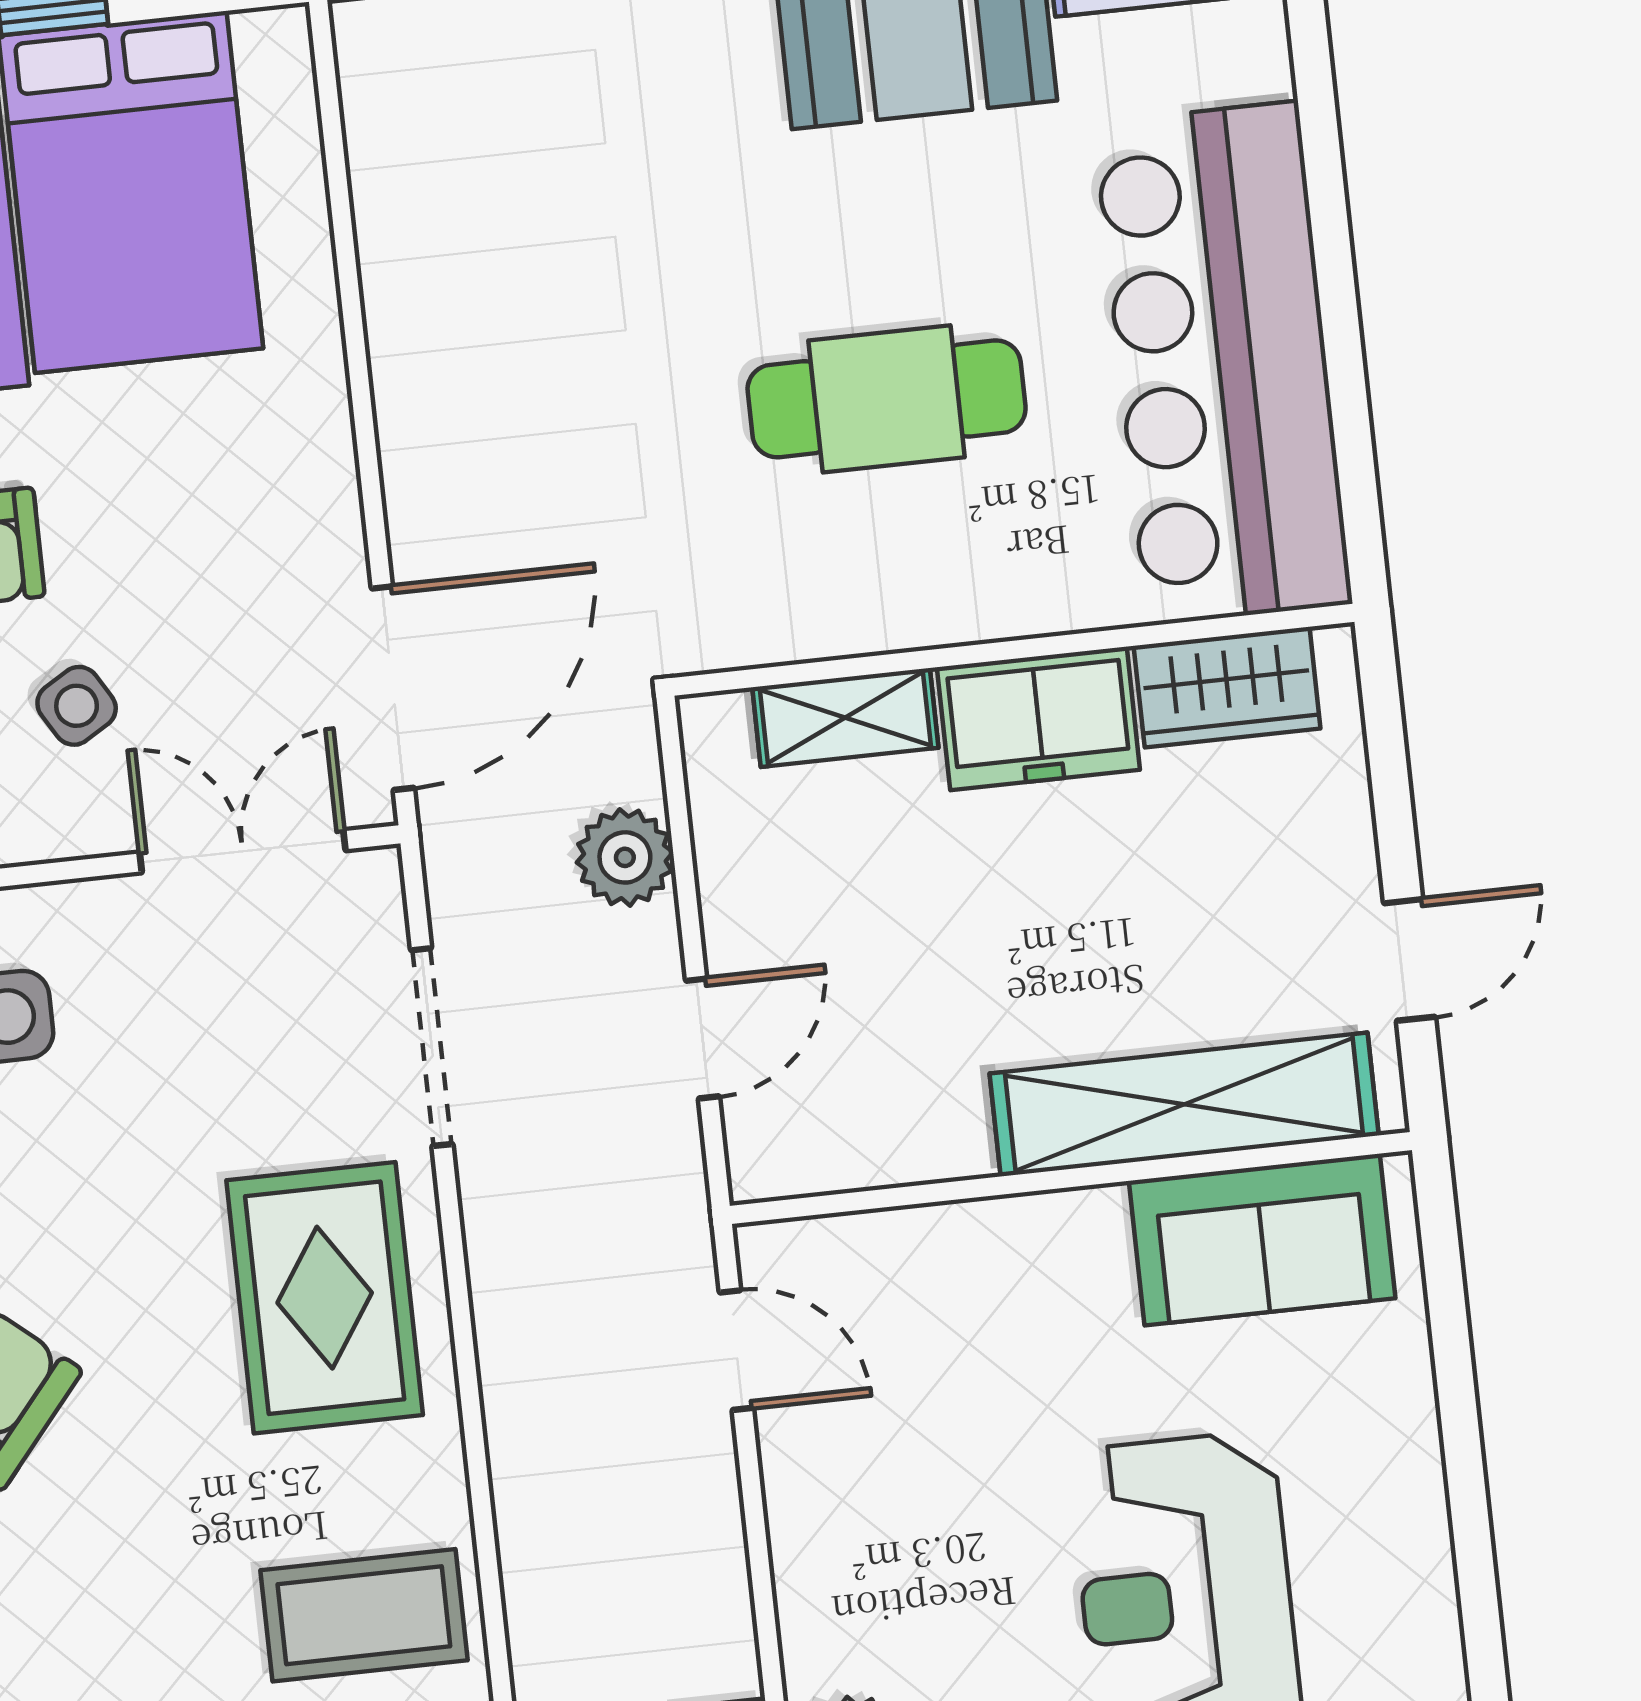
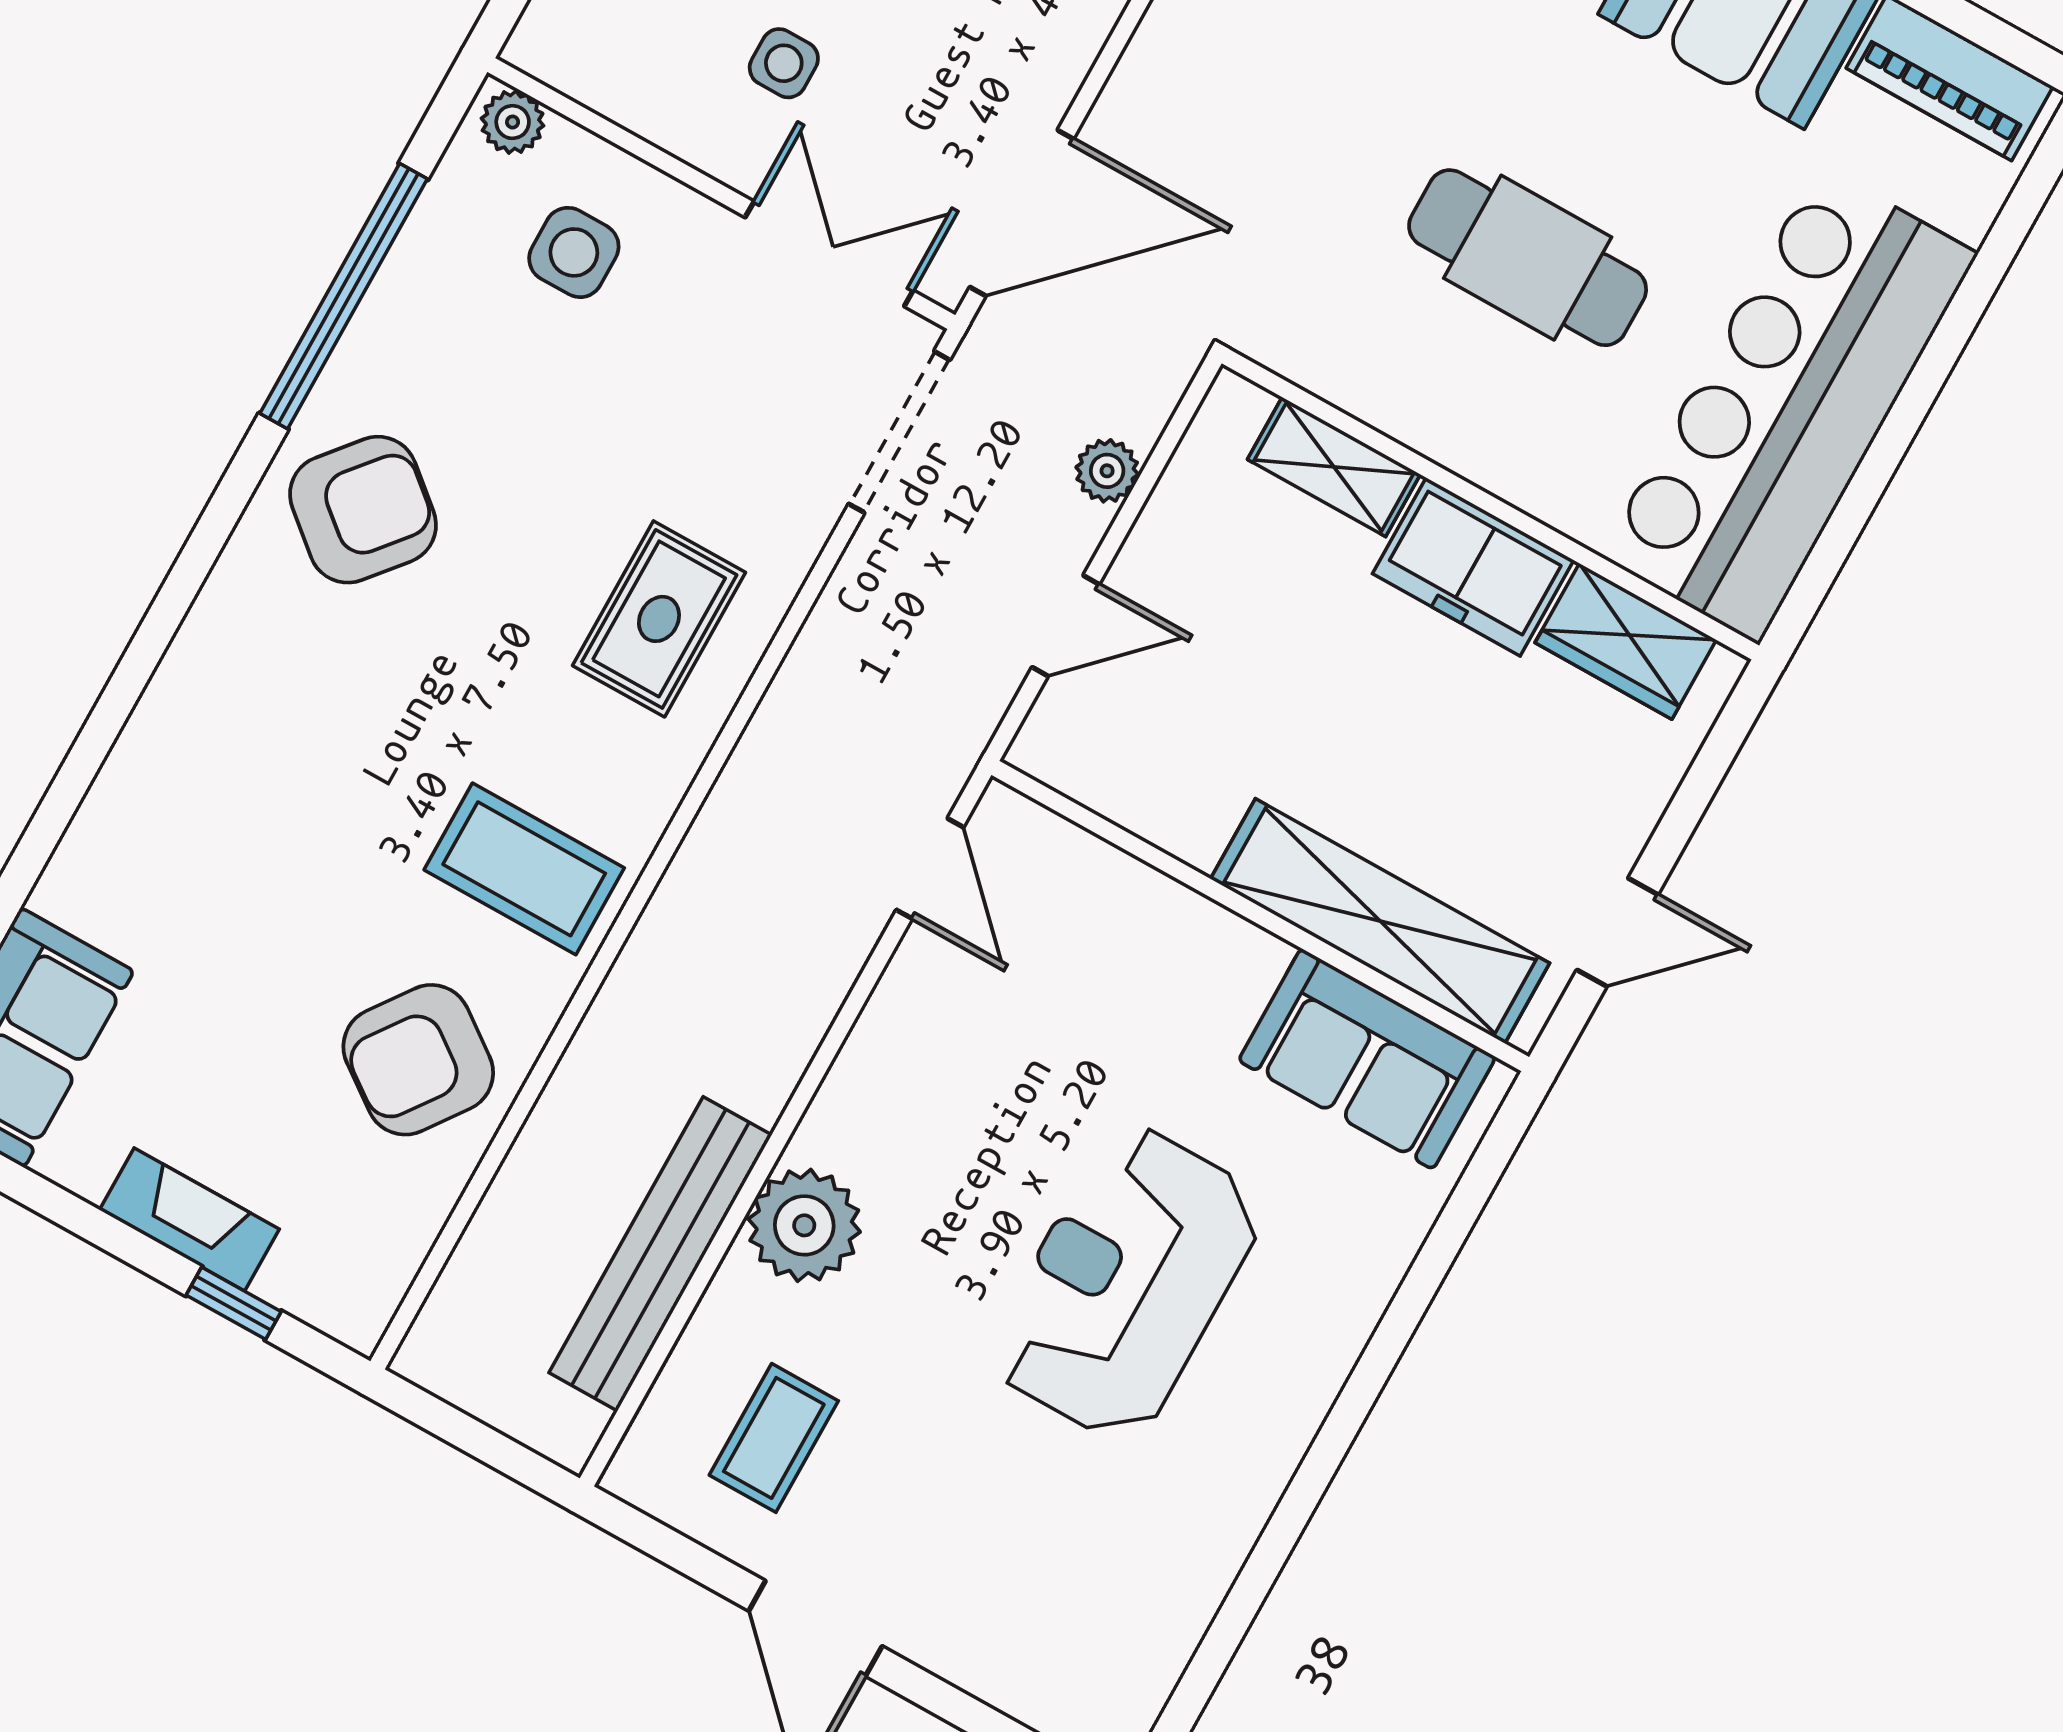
side table: (77, 706) -> (784, 63), turned 31
plant: (625, 857) -> (1107, 471), width x0.73, depth x0.73
doorway: (432, 1047) -> (899, 432), moved
rug: (325, 1298) -> (659, 619), width x0.73, depth x0.70

